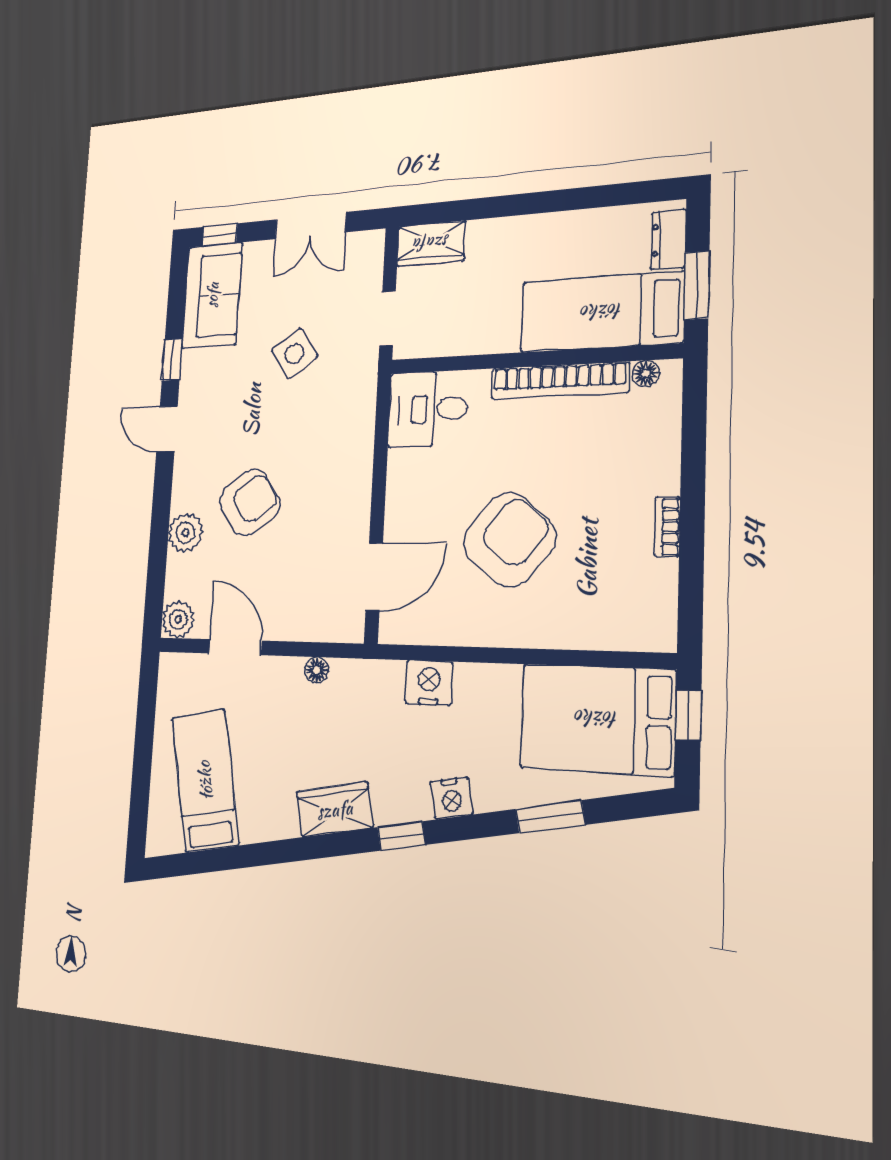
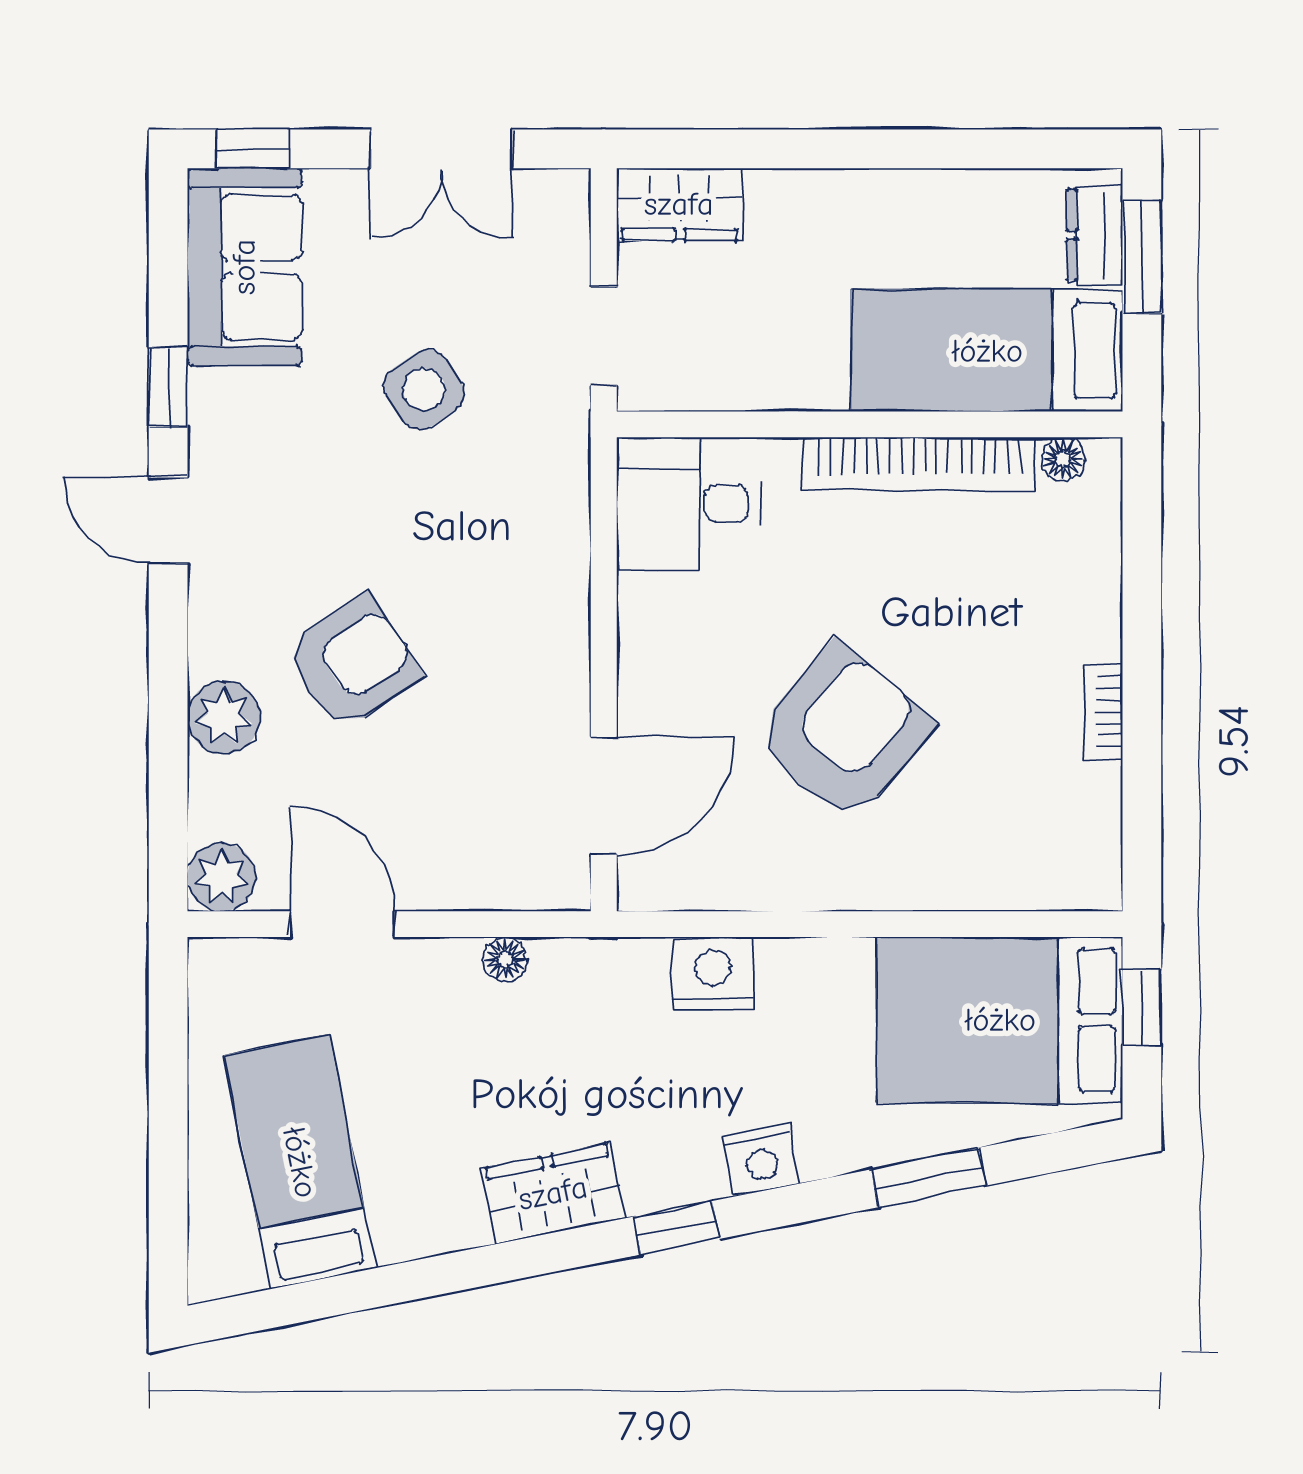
window: (697, 285) -> (1142, 257), moved

